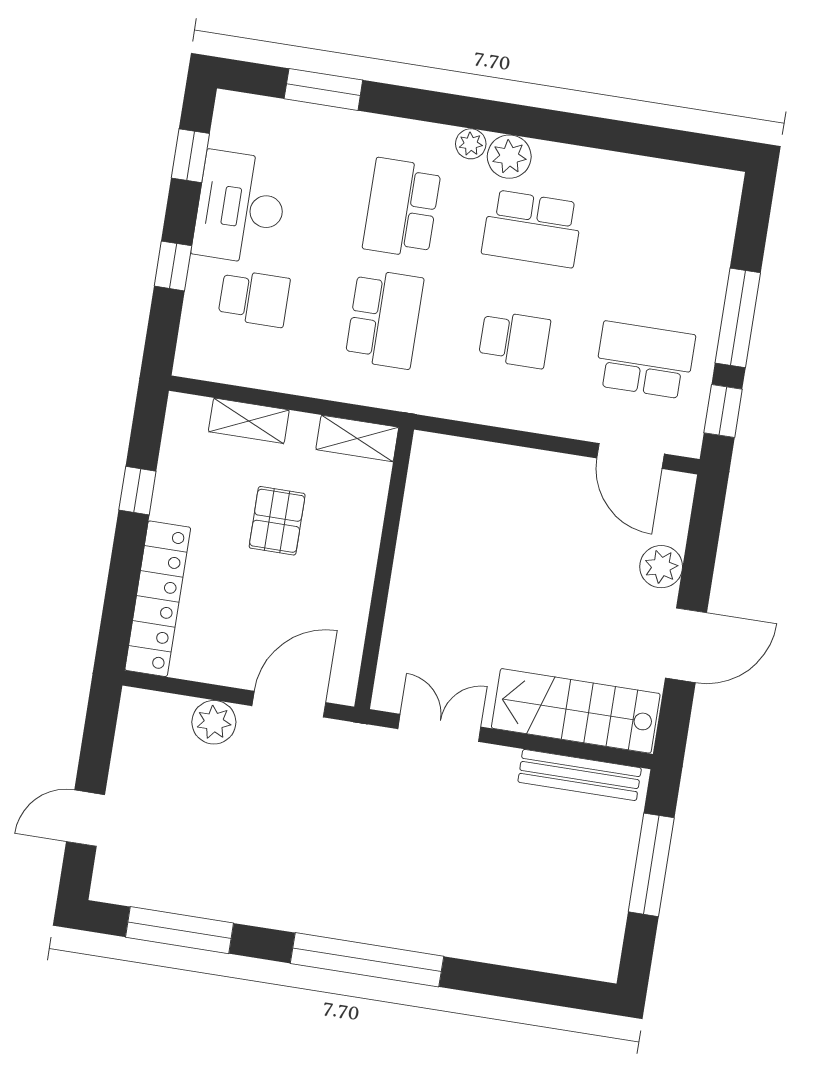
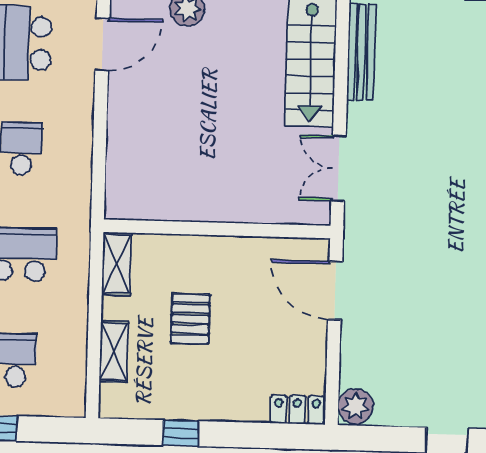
pallet: (277, 521) -> (190, 319), turned 90
locker: (158, 599) -> (297, 410), width x0.46, depth x0.83
plant: (214, 722) -> (356, 406), moved

